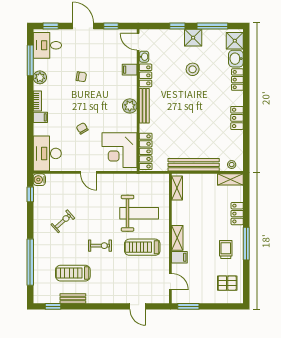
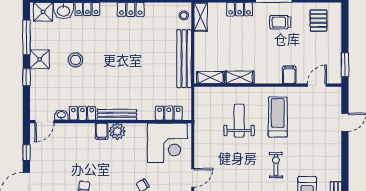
filing cabinet: (130, 70) -> (102, 131), moved
locker: (146, 151) -> (169, 113), width x0.66
weight bench: (139, 213) -> (239, 121), width x0.73, depth x0.75
shelving: (177, 238) -> (239, 77), moved
treadmill: (142, 247) -> (278, 117), turned 180

